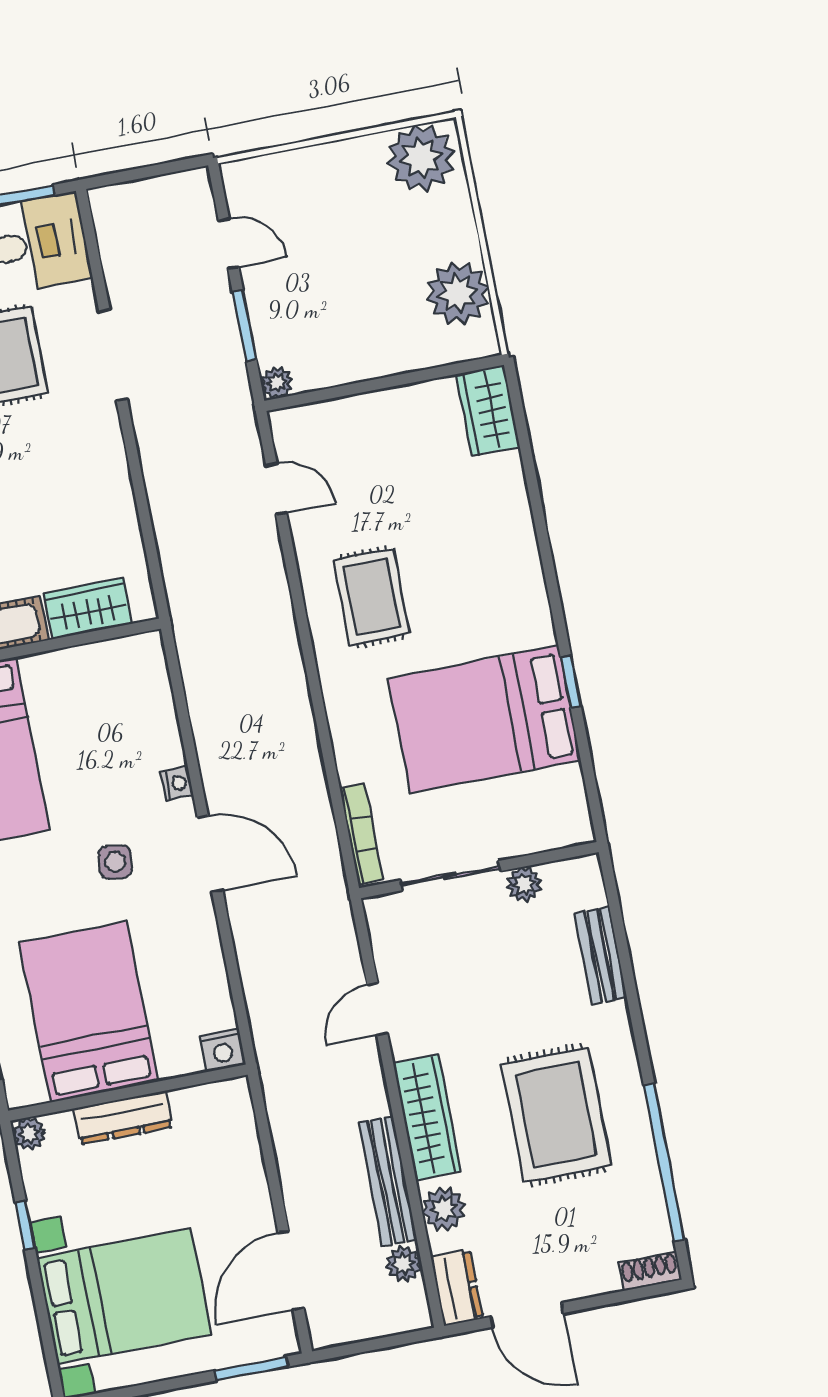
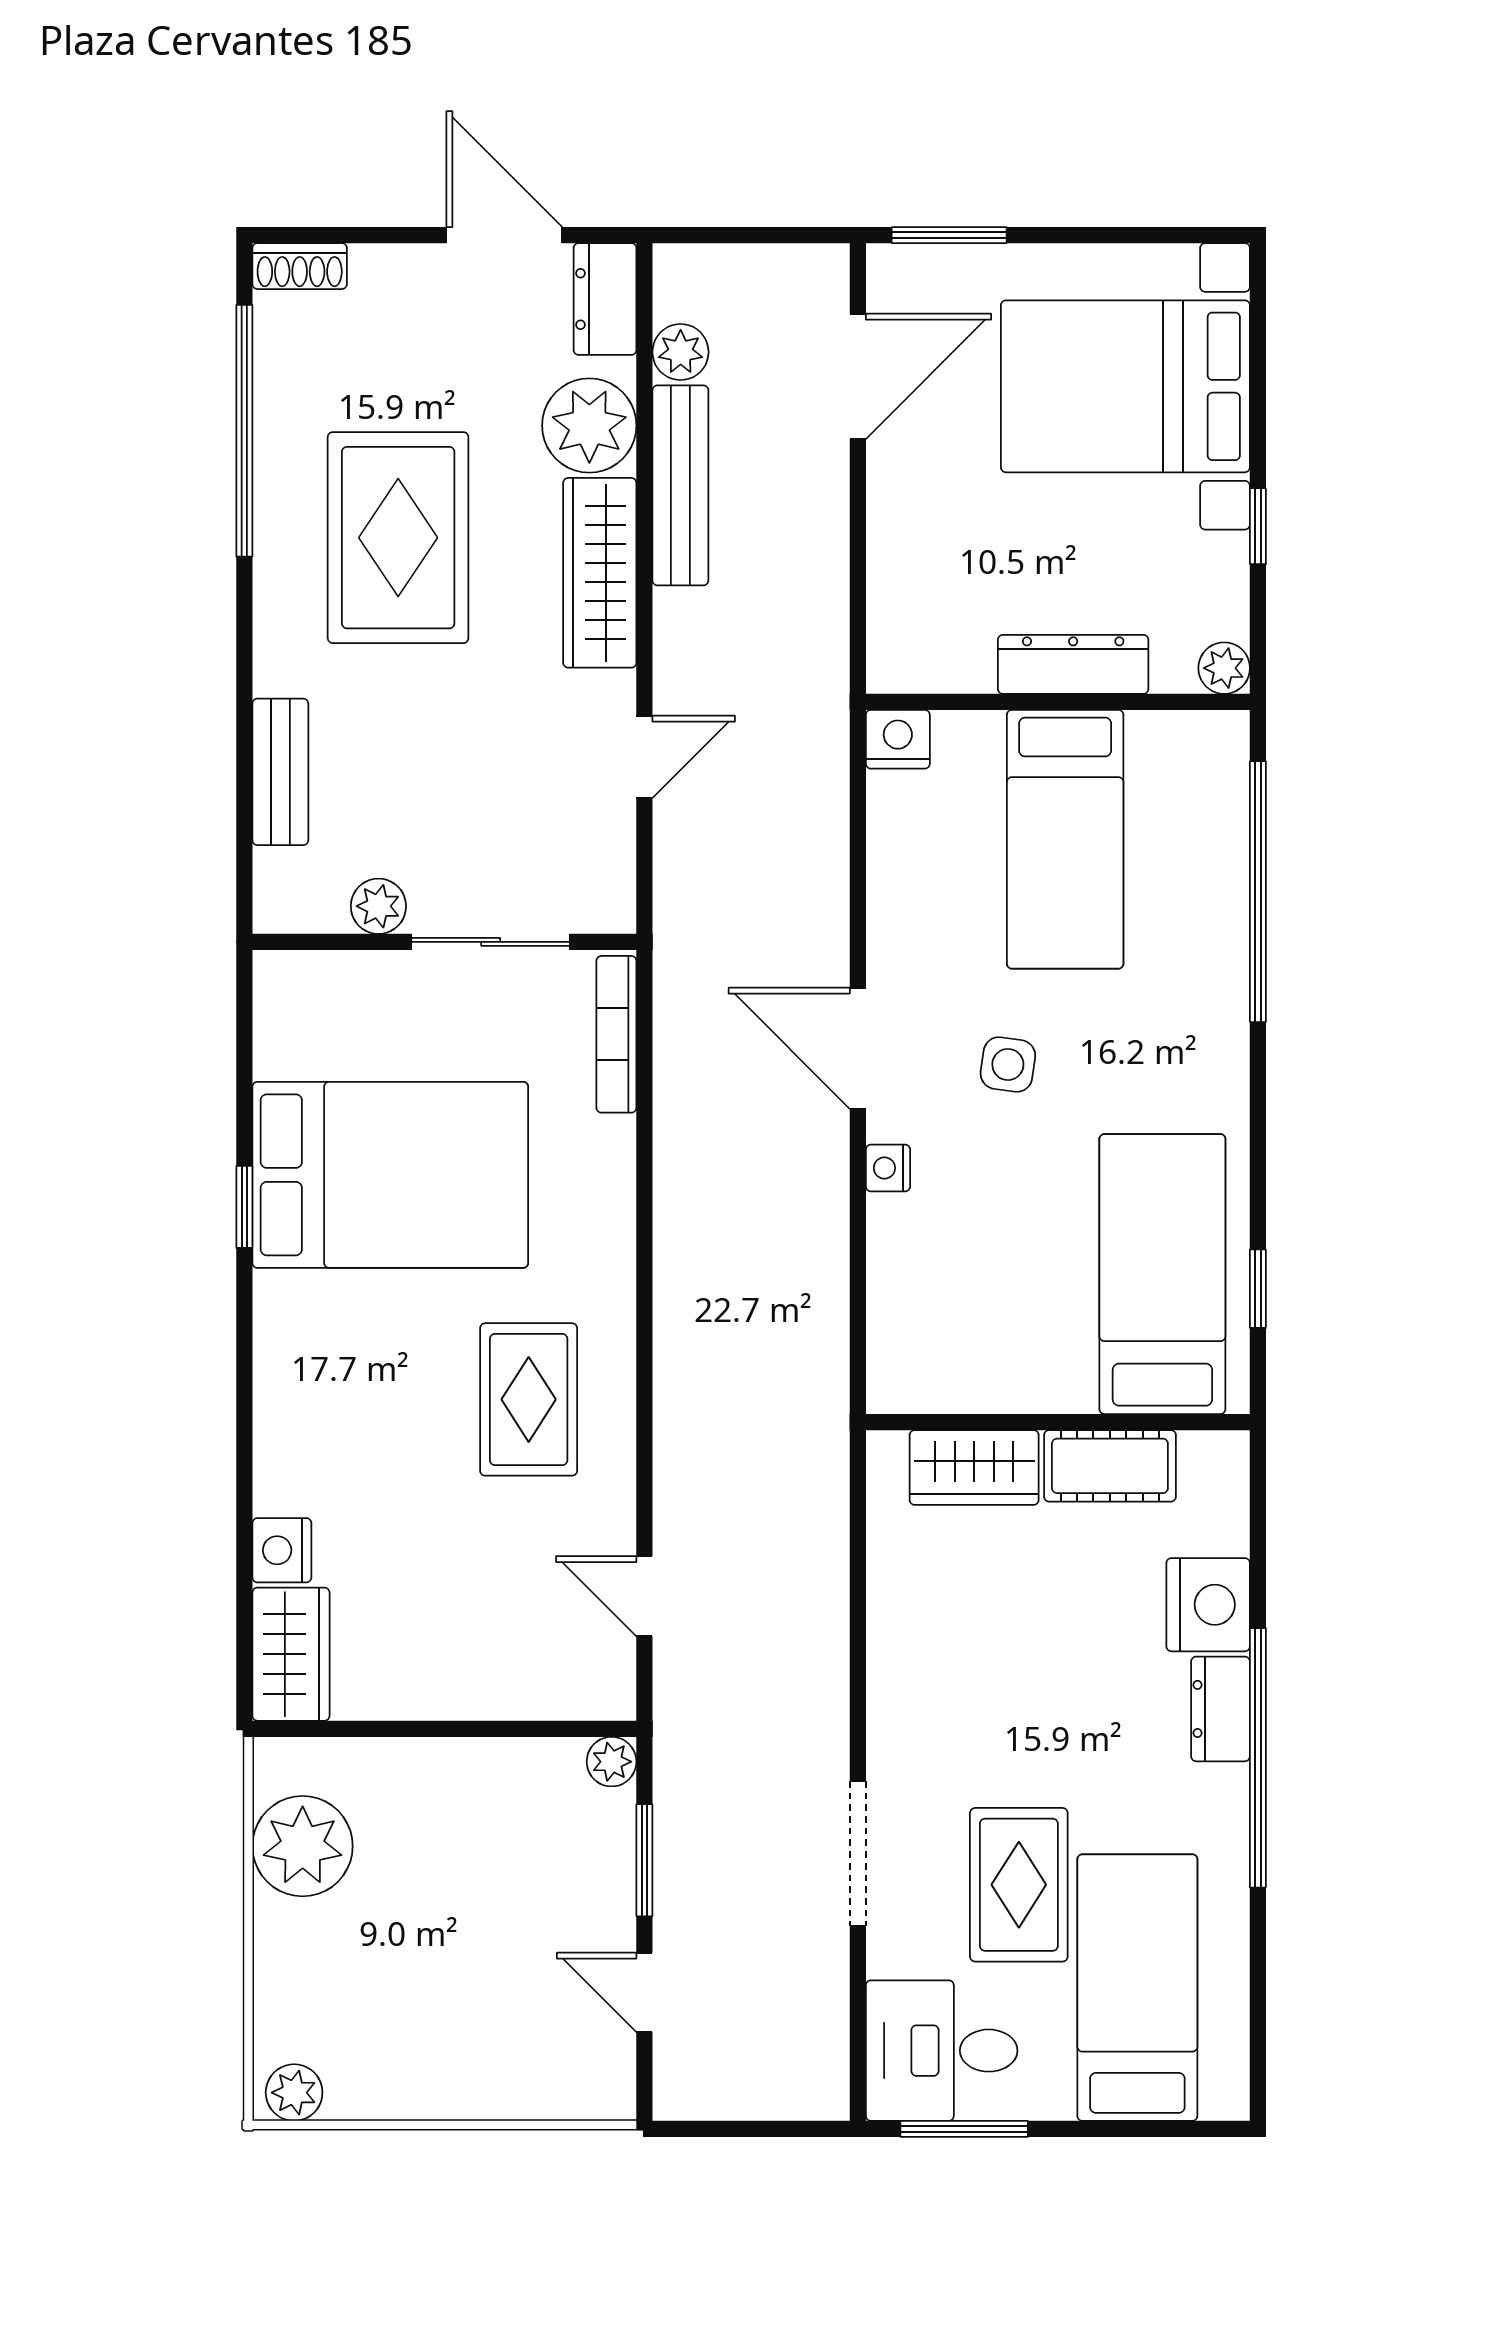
plant: (421, 158) -> (294, 2093), width x0.53, depth x0.53
nightstand: (506, 474) -> (282, 1550), added
bed: (89, 1012) -> (1065, 839), width x0.67
plant: (444, 1209) -> (589, 425), width x1.36, depth x1.36

